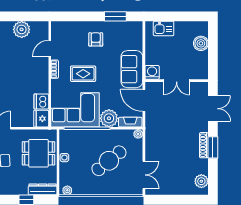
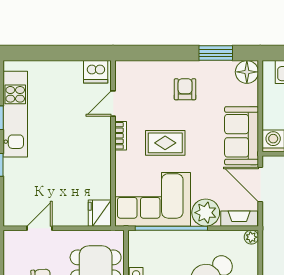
floor lamp: (135, 28) -> (247, 72), added
plant: (22, 29) -> (69, 74), removed
dishwasher: (41, 101) -> (96, 72), moved, turned -90

